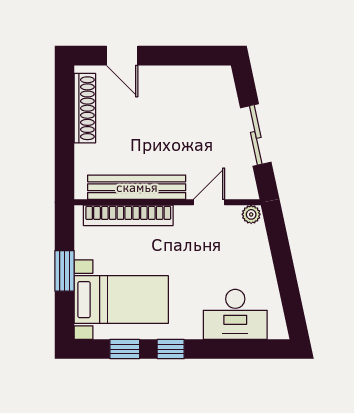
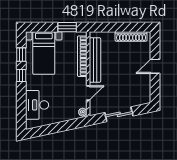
door: (122, 56) -> (155, 66), moved
door: (209, 202) -> (88, 93), hinge flipped
window: (64, 271) -> (67, 27), moved

